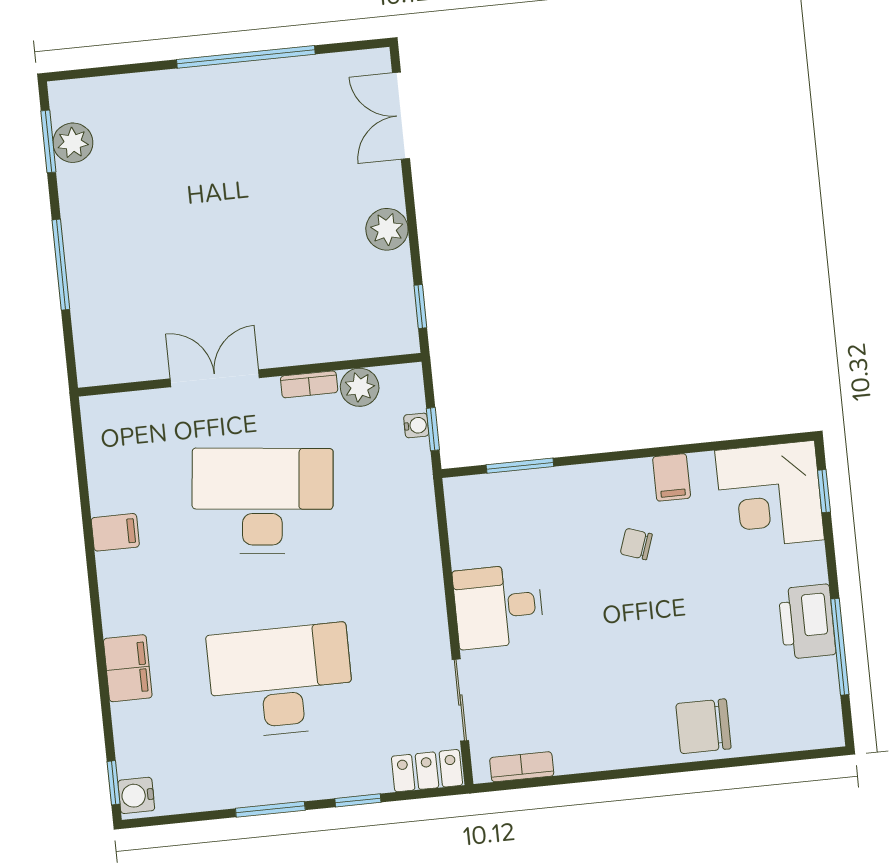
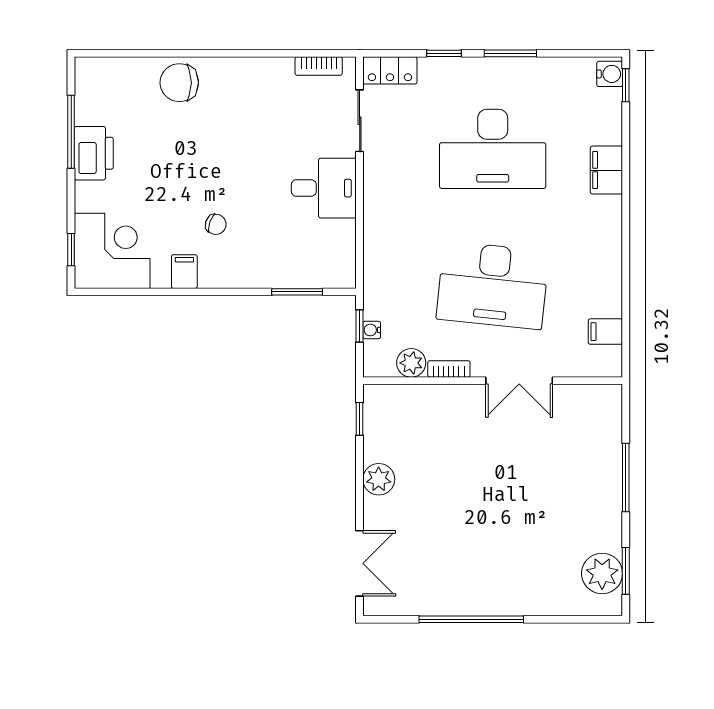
plant: (73, 143) -> (602, 573), width x1.36, depth x1.36
filing cabinet: (115, 532) -> (605, 332), moved
chair: (703, 726) -> (179, 83), turned 180

